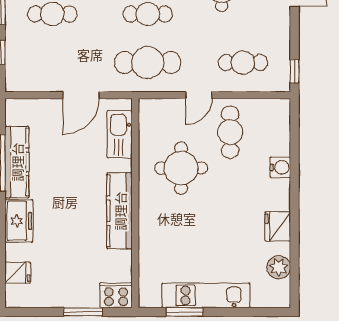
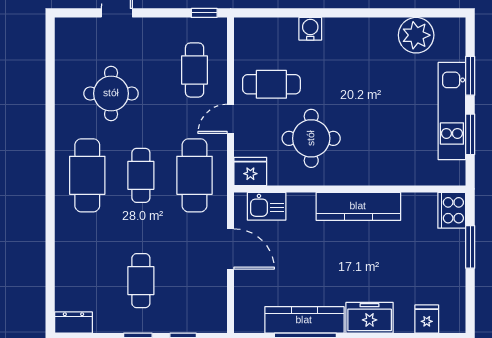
door: (199, 95) -> (231, 119), swing flipped
kitchen sink: (120, 134) -> (267, 206), width x0.73
fridge: (278, 226) -> (250, 171), moved, turned 180
plant: (279, 267) -> (416, 35), width x1.36, depth x1.36
window: (238, 312) -> (470, 76), added

